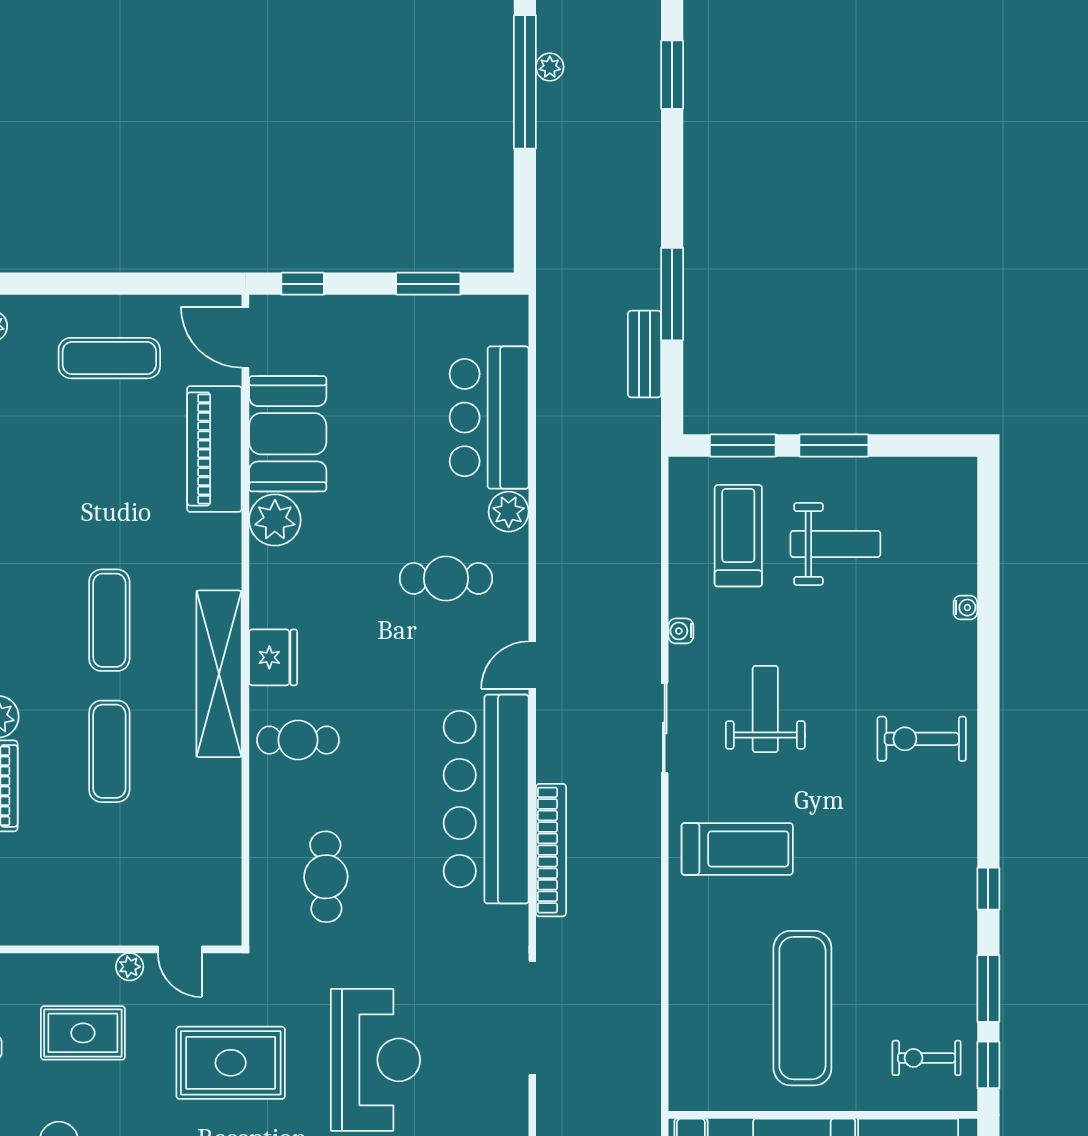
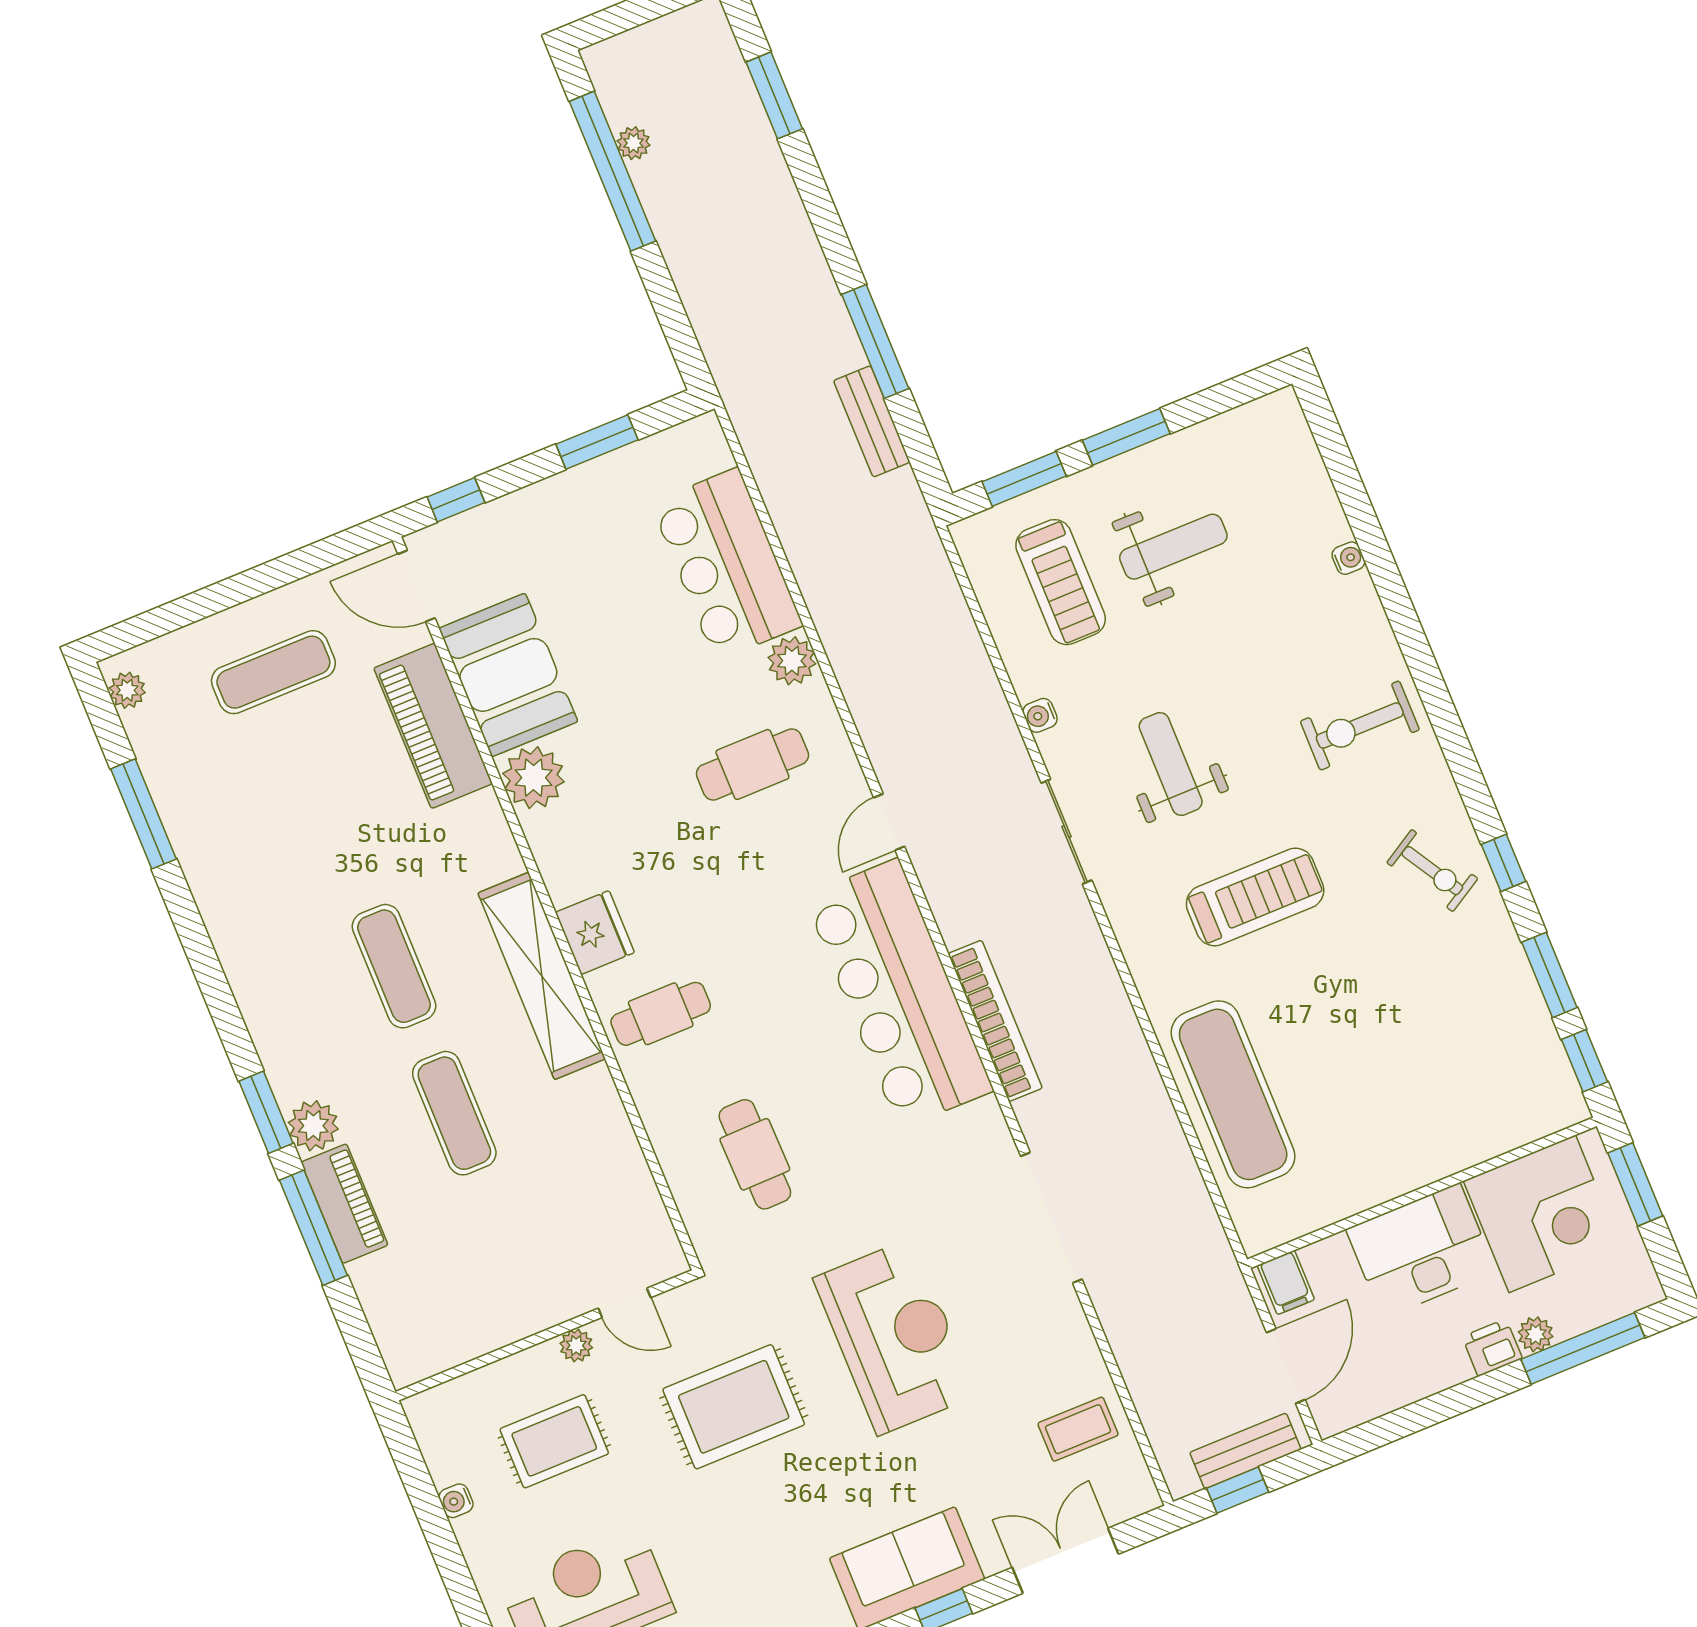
treadmill: (738, 536) -> (1061, 582), turned 180
treadmill: (737, 849) -> (1255, 897), moved
exercise mat: (802, 1008) -> (1233, 1094), moved
exercise bike: (926, 1058) -> (1432, 871), moved, turned -121

